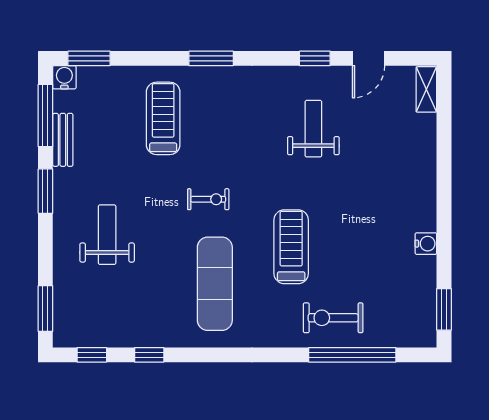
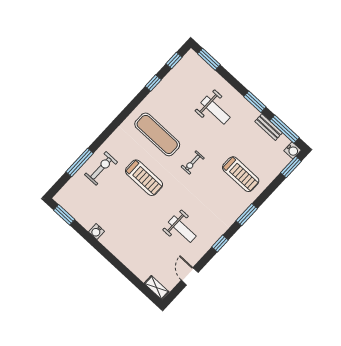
window: (315, 58) -> (220, 244), moved
window: (352, 355) -> (80, 162), width x0.68

